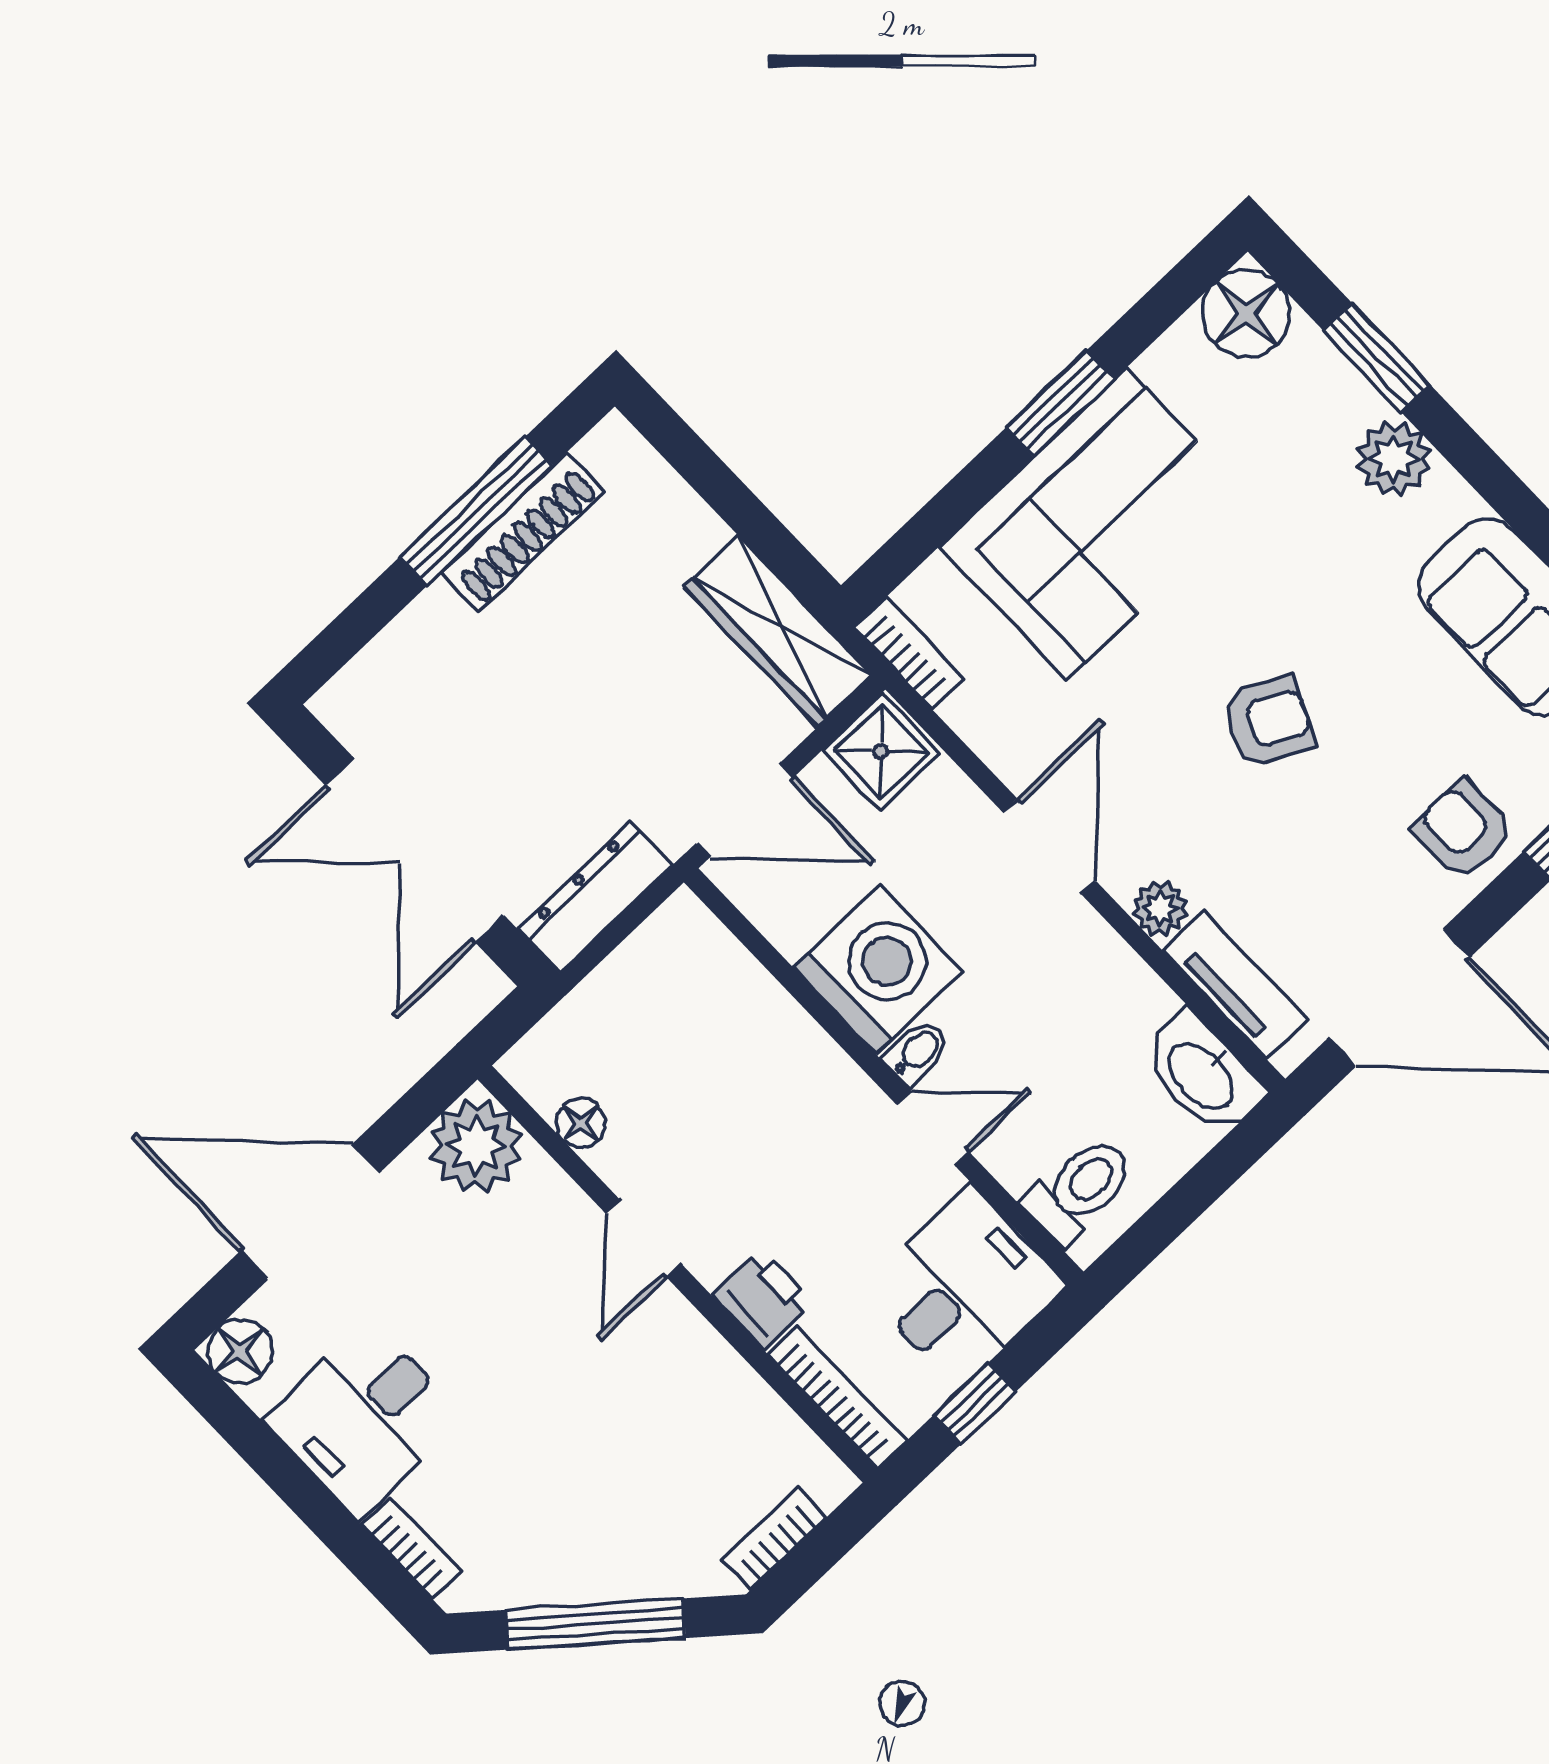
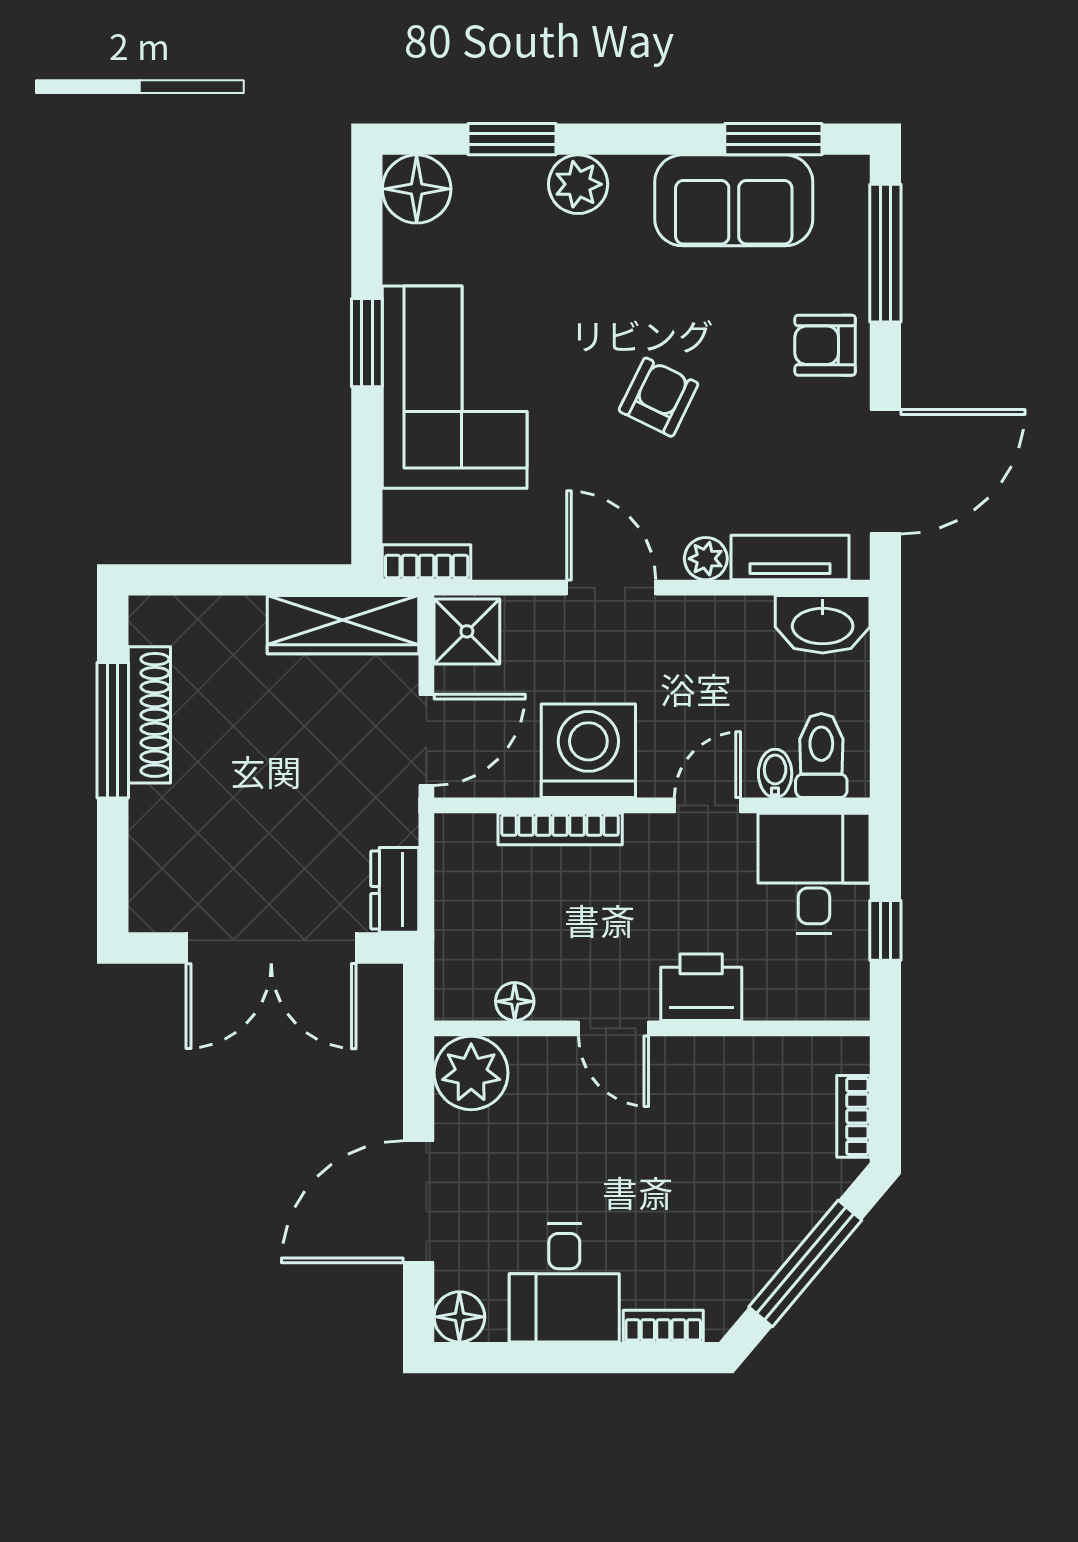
dresser: (595, 897) -> (395, 890), width x0.70
bidet: (917, 1052) -> (775, 773), moved
printer: (763, 1299) -> (701, 987), width x1.36, depth x1.24
bookcase: (837, 1397) -> (560, 829), moved, turned 180

